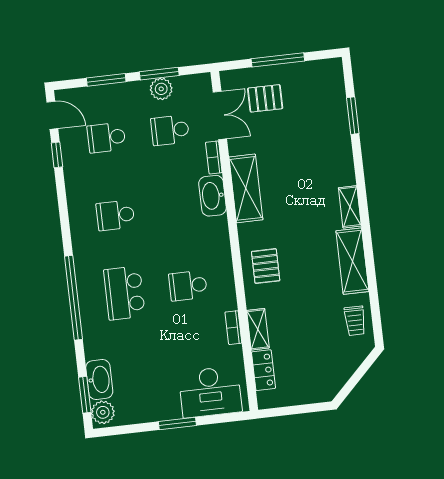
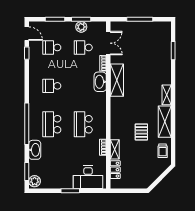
pallet: (265, 98) -> (131, 37), removed
pallet: (266, 266) -> (141, 132), moved
school desk: (188, 286) -> (83, 124), width x1.85
washbasin: (99, 380) -> (35, 150), moved

